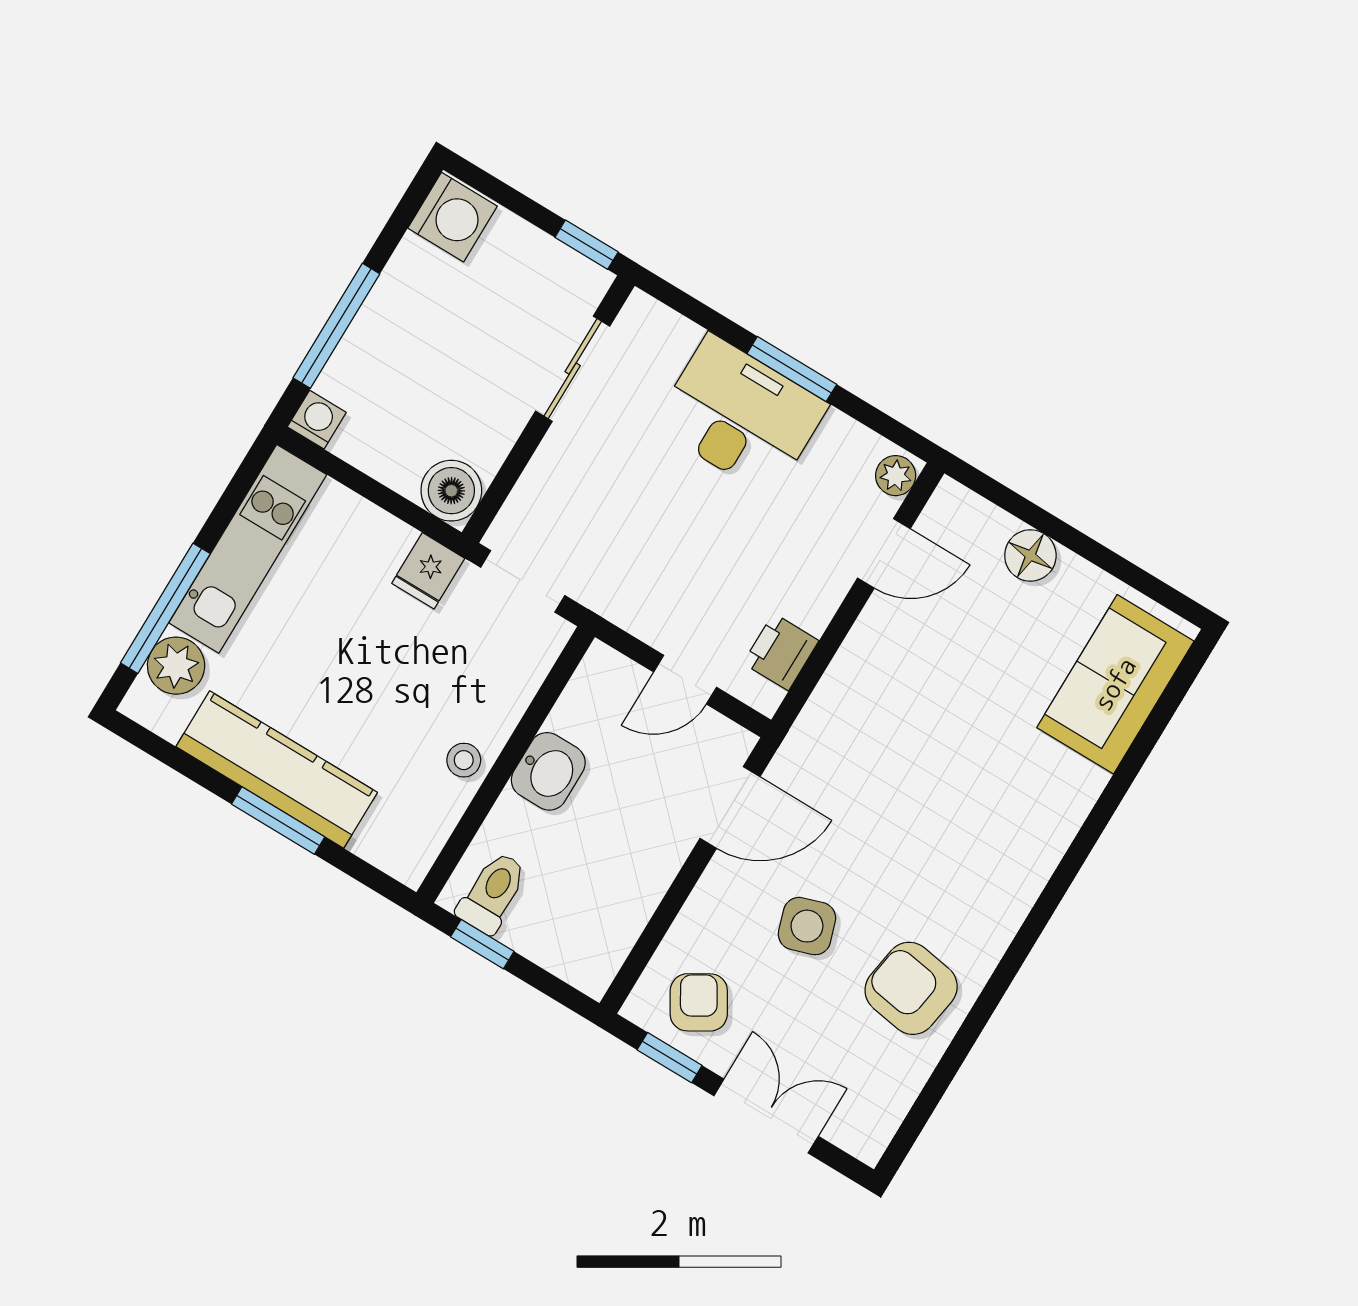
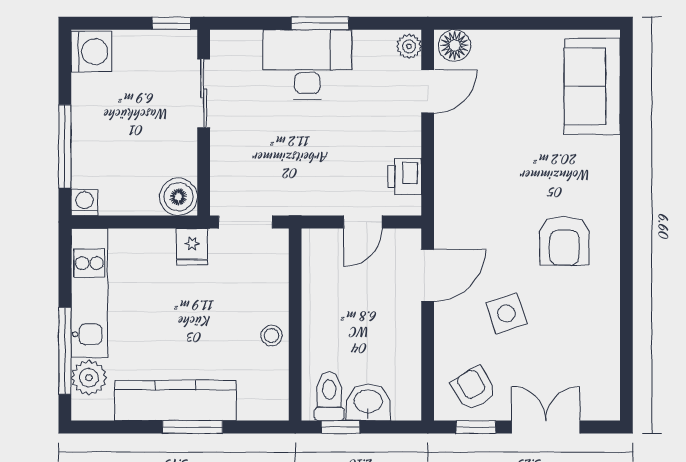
floor lamp: (1030, 555) -> (455, 45), moved
washbasin: (548, 771) -> (368, 402), moved, turned -90
armchair: (911, 988) -> (564, 241), moved, turned -99

